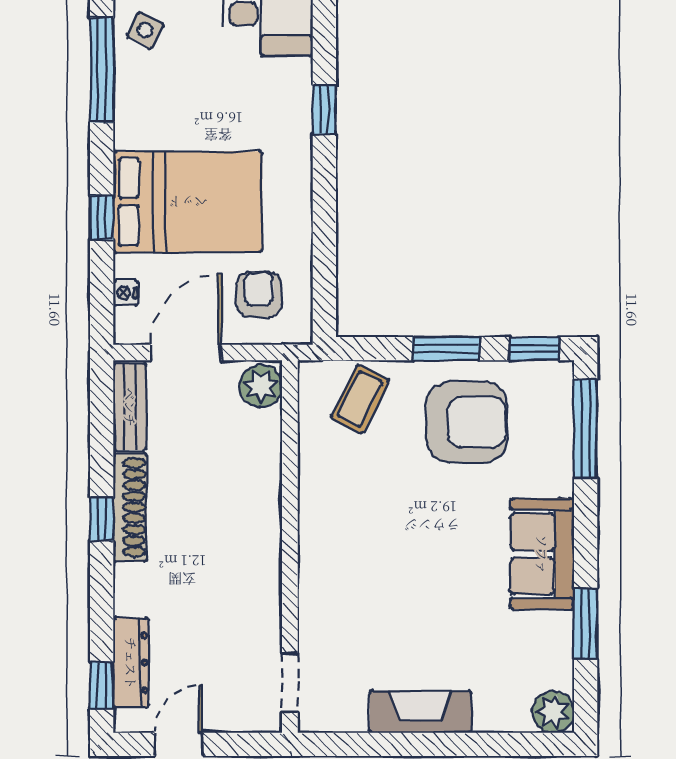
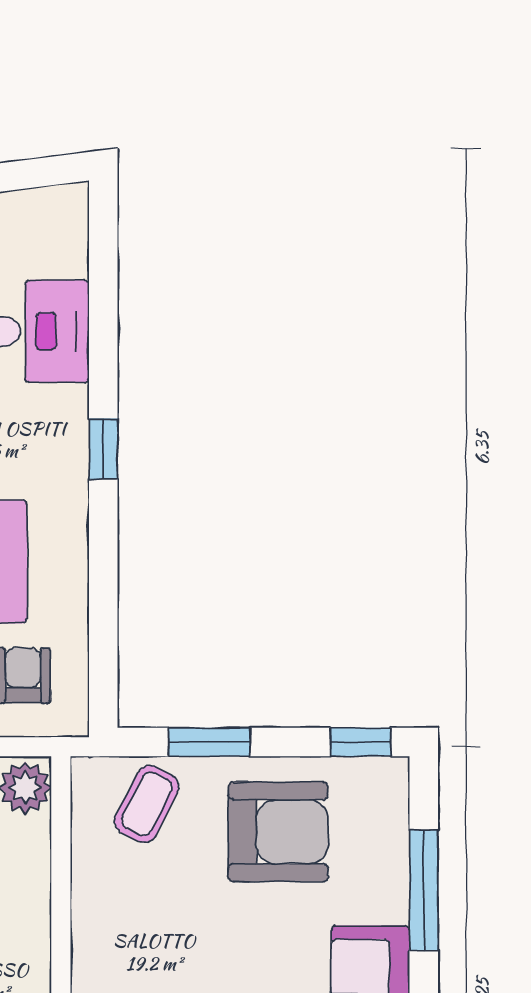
window: (446, 349) -> (209, 742), moved
window: (586, 429) -> (424, 890), moved

